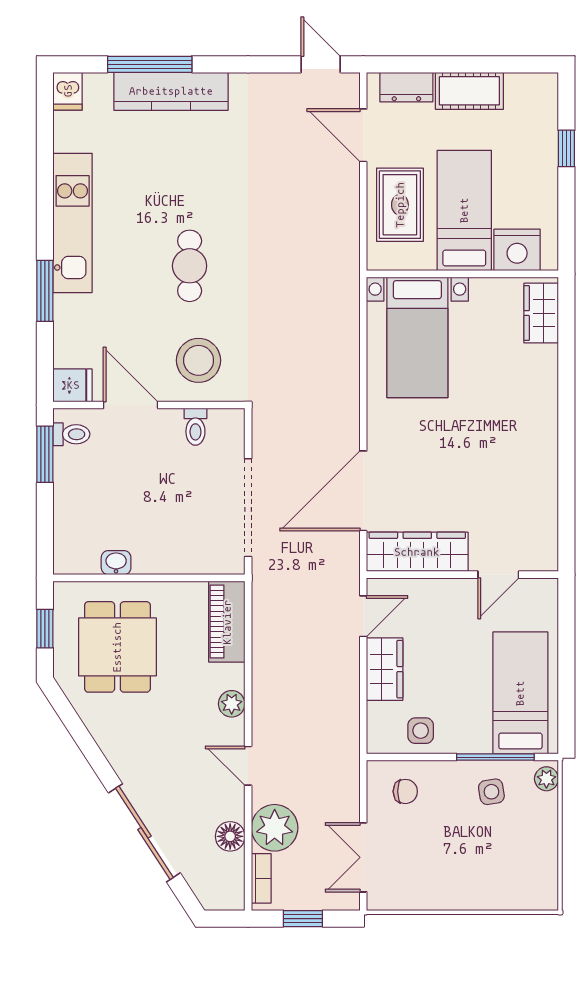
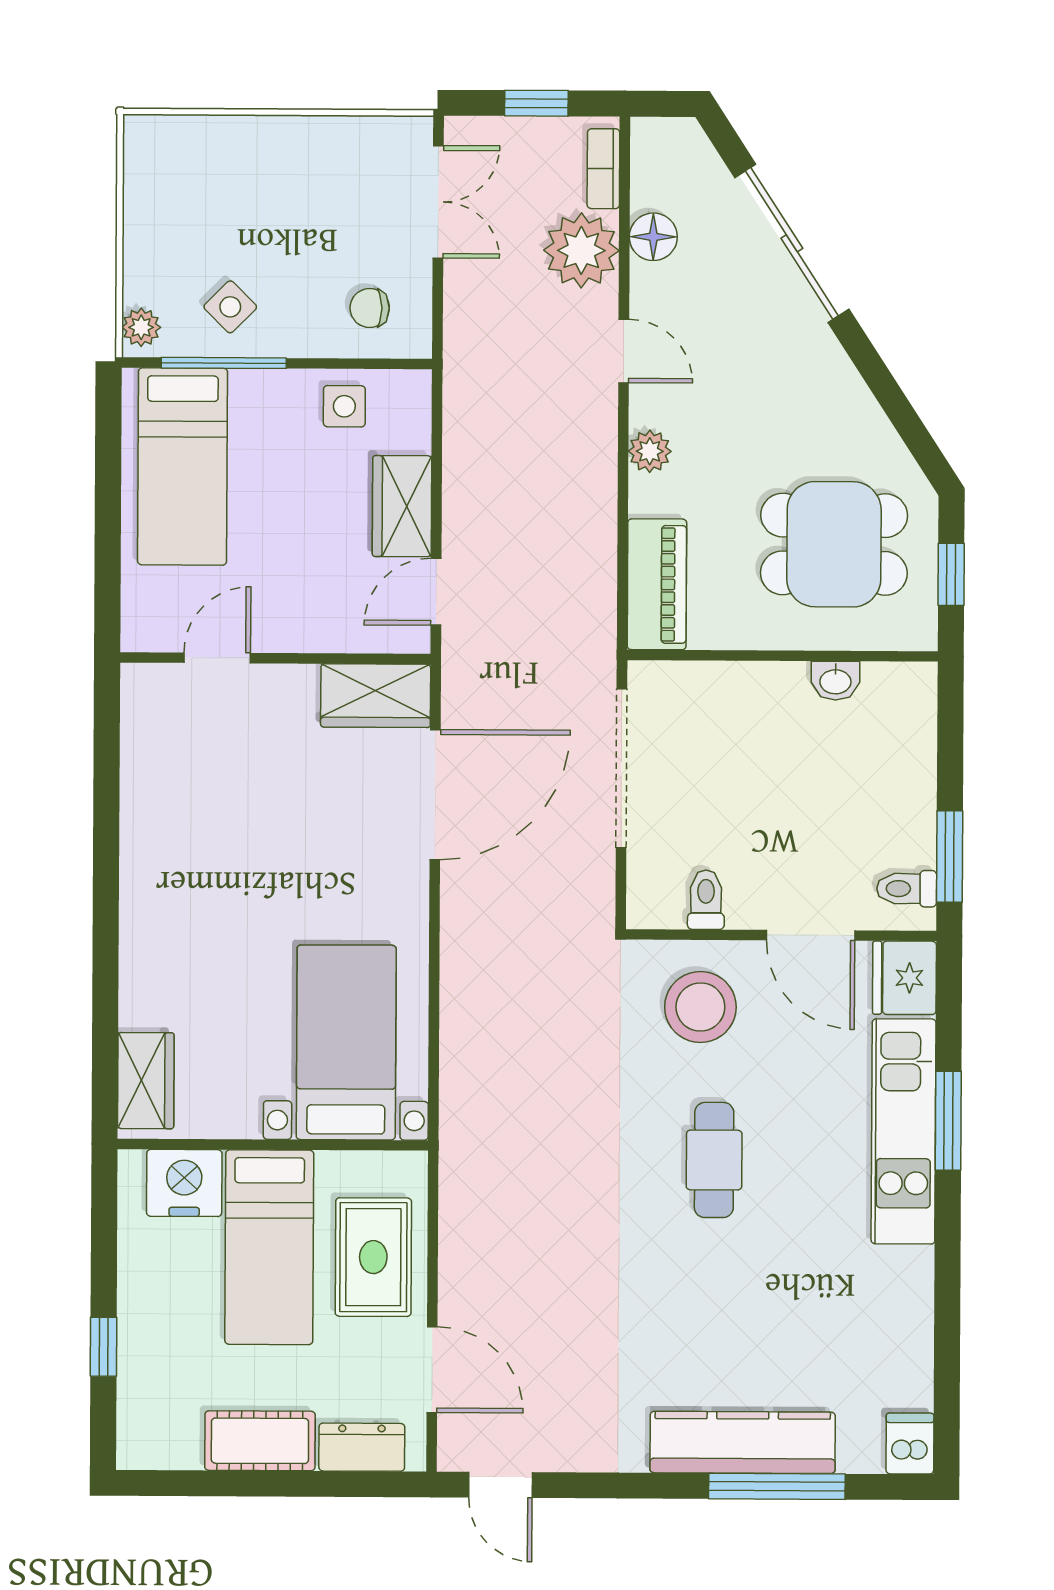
kitchen unit: (73, 223) -> (904, 1131), moved
fridge: (73, 385) -> (904, 978), width x1.38
wardrobe: (417, 552) -> (376, 696), width x0.67
dining table: (117, 647) -> (834, 544), turned 90
side table: (491, 792) -> (230, 307), turned -36

